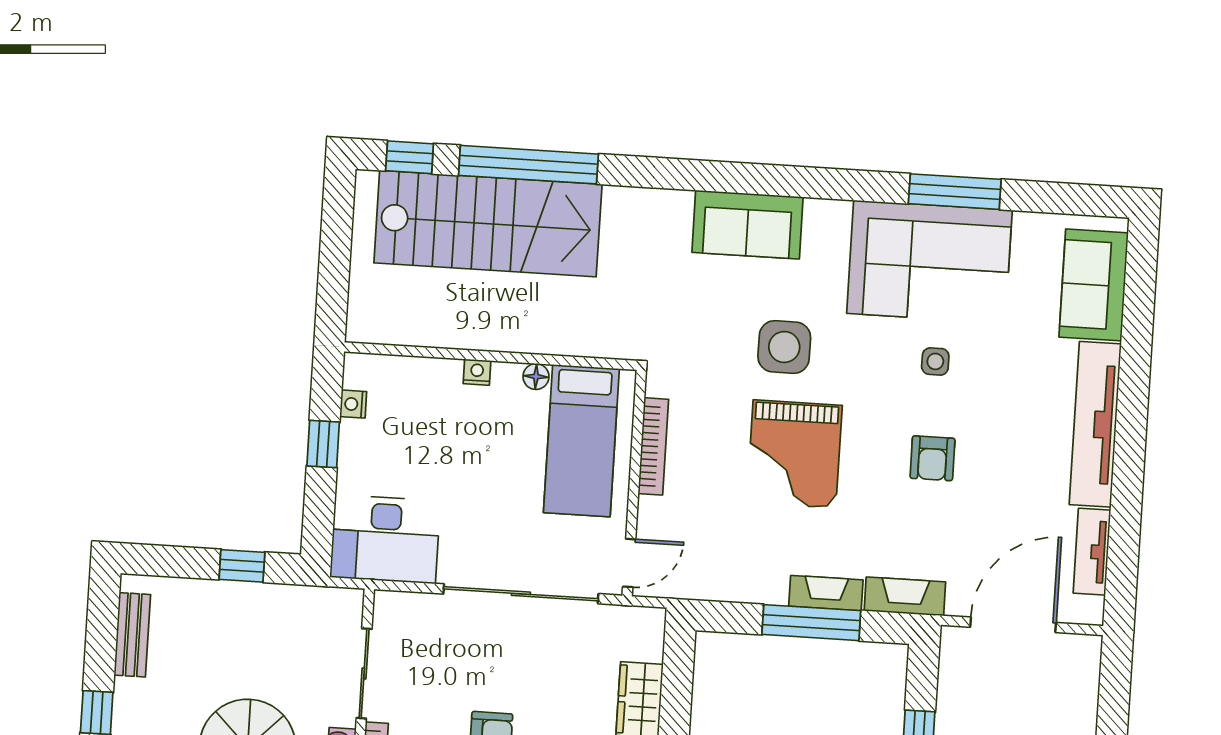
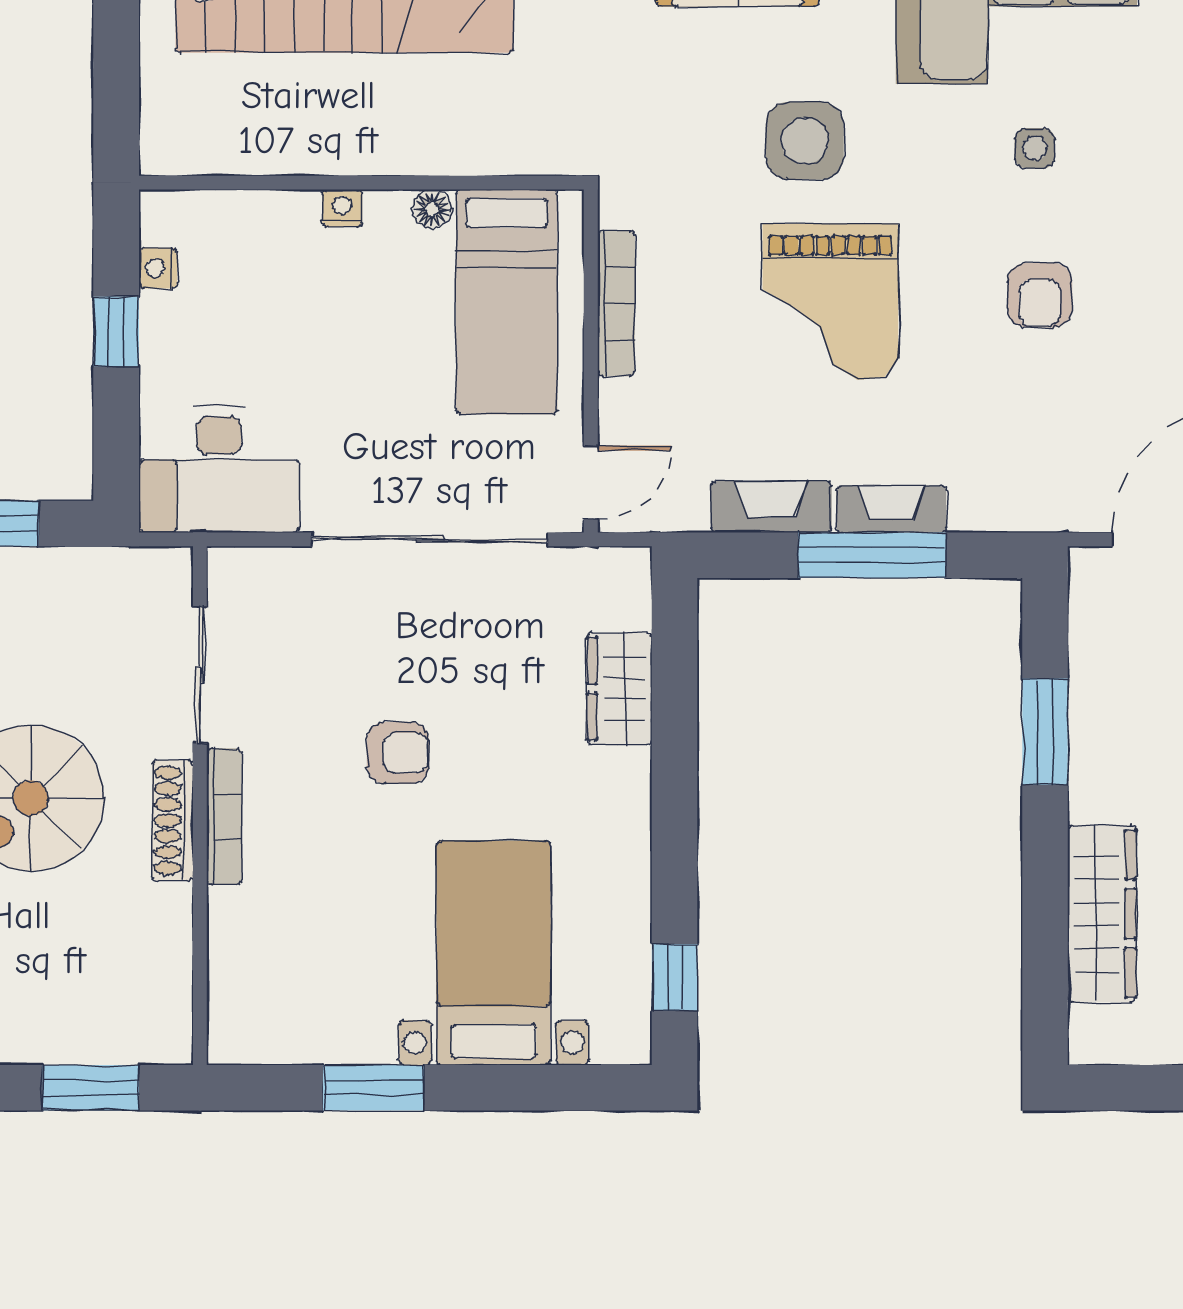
fireplace: (905, 596) -> (771, 507), moved

